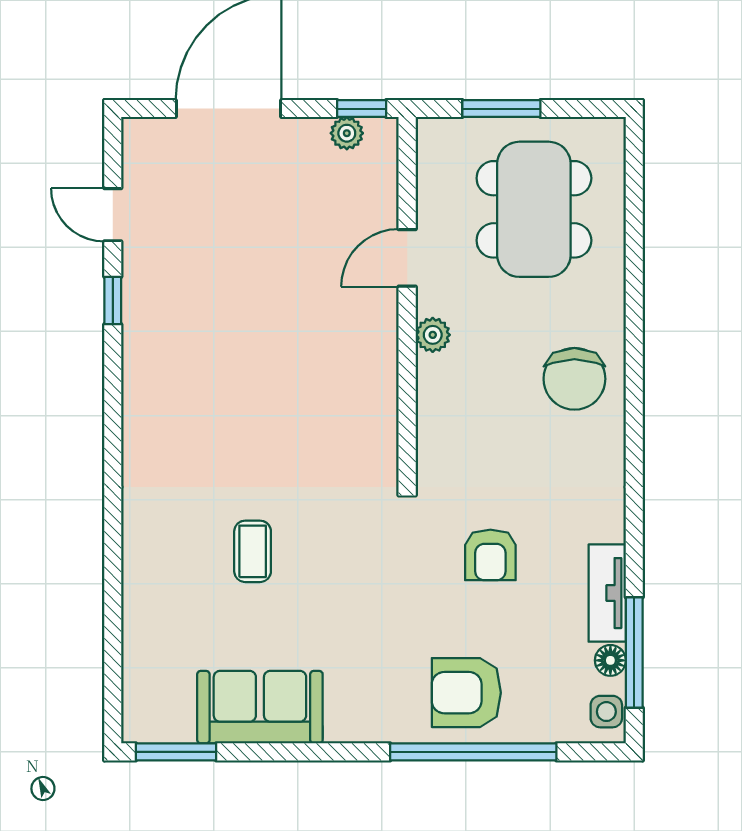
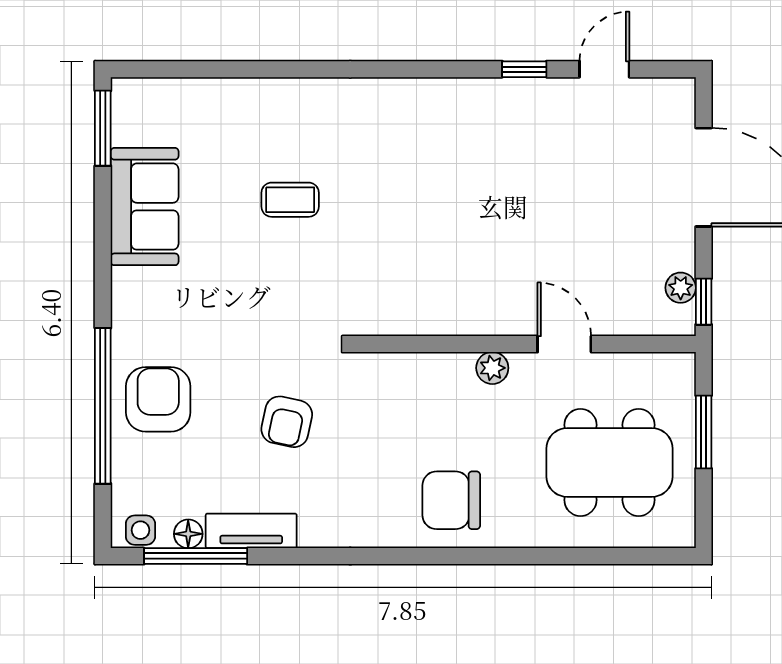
armchair: (490, 555) -> (287, 422), turned -78

